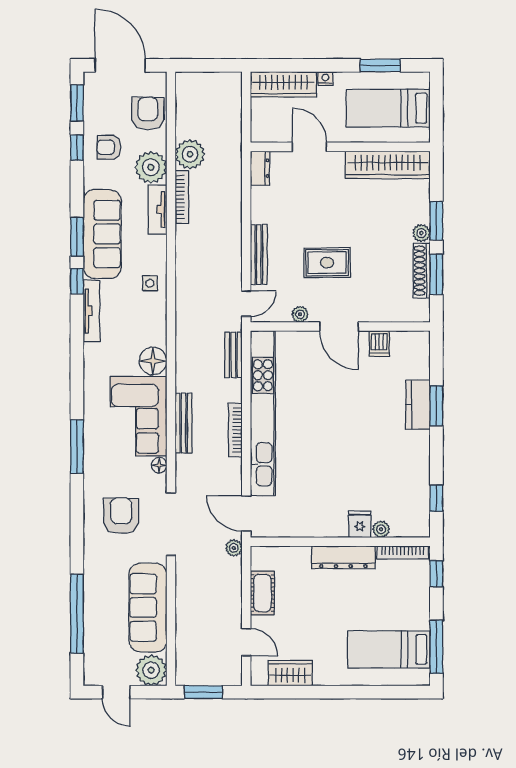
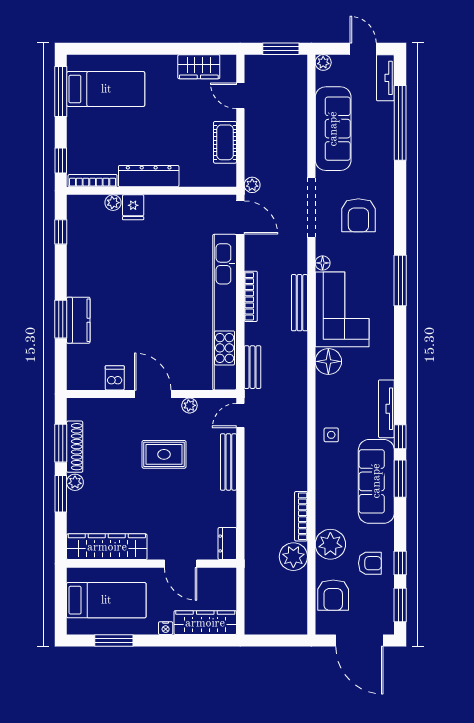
tv unit: (157, 210) -> (385, 78), moved, turned 180
plant: (151, 670) -> (323, 63), width x0.53, depth x0.53

